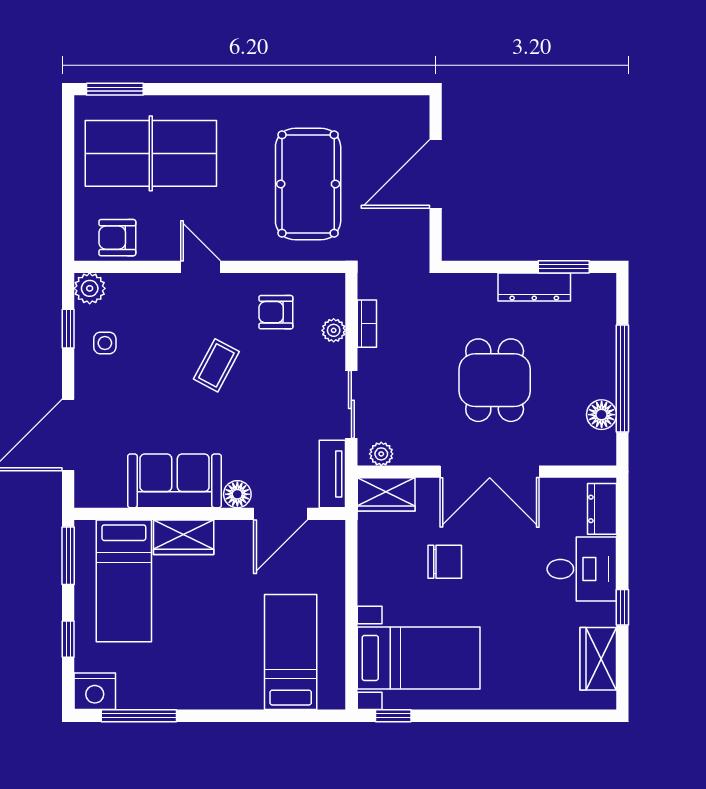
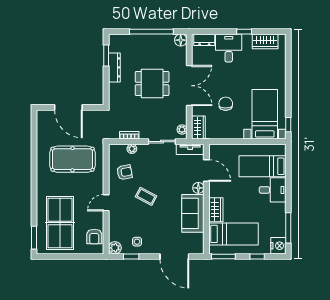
armchair: (276, 312) -> (125, 172), turned -101
floor lamp: (602, 415) -> (181, 40), moved
desk: (232, 677) -> (273, 190), added

